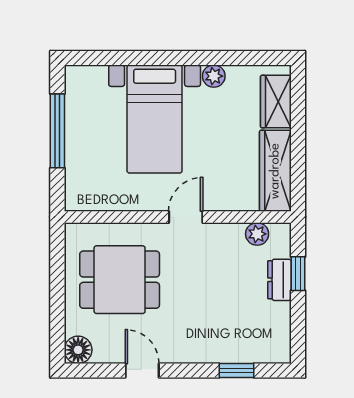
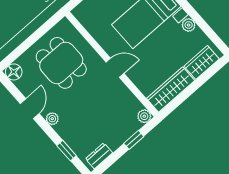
plant: (257, 234) -> (144, 116), moved
dresser: (279, 280) -> (99, 156), moved
plant: (180, 353) -> (52, 119), added

